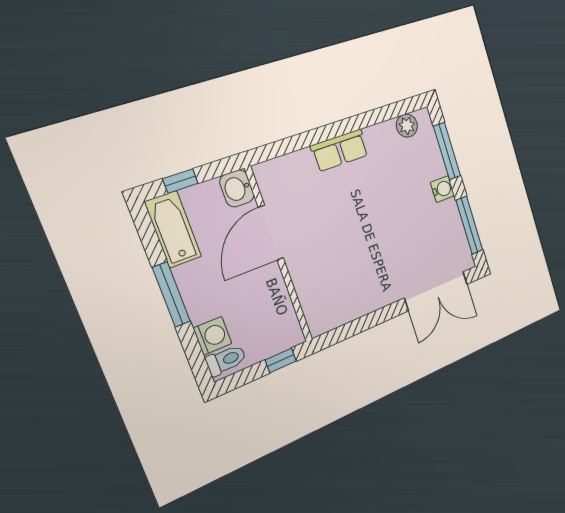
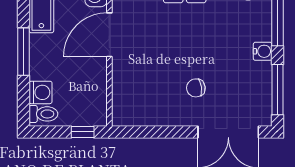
chair: (388, 257) -> (196, 88), added

